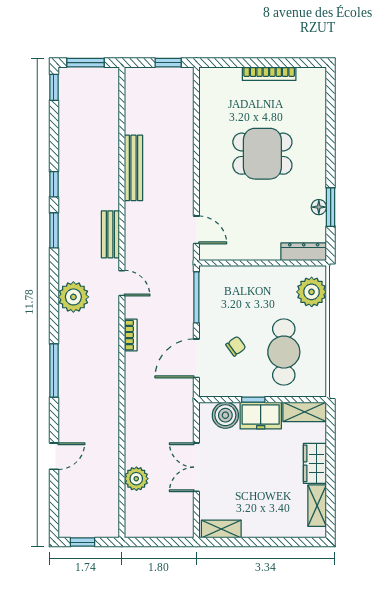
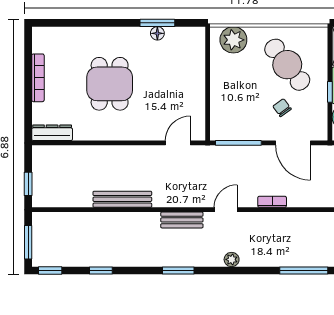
window: (168, 63) -> (28, 184), moved
window: (54, 184) -> (101, 271), moved
dresser: (304, 252) -> (52, 133), moved, turned 90
plant: (73, 297) -> (232, 259), width x0.53, depth x0.53
cafe table: (284, 352) -> (287, 65), turned 52

